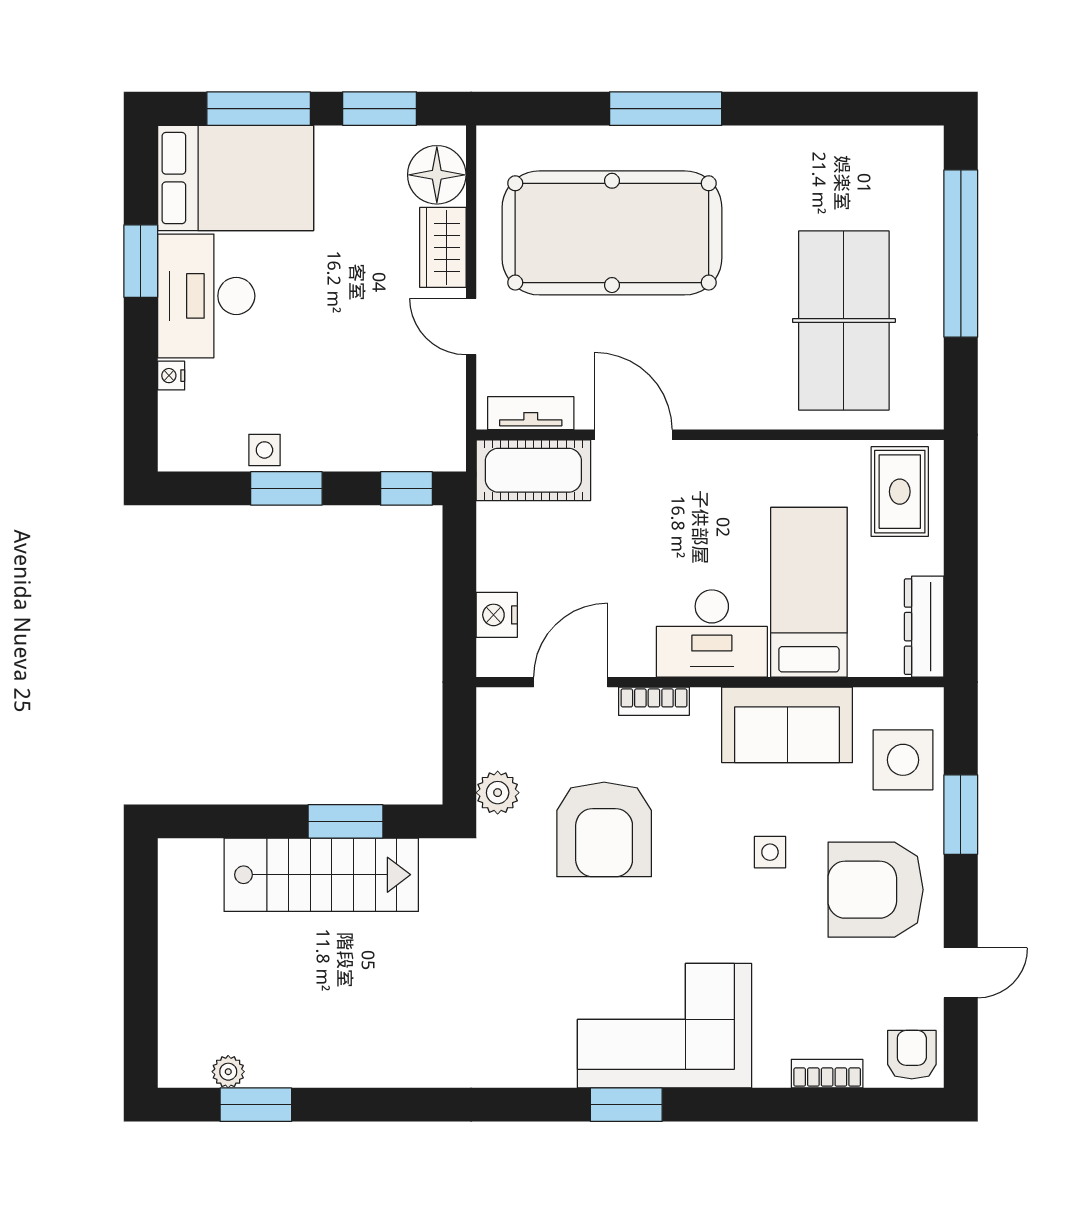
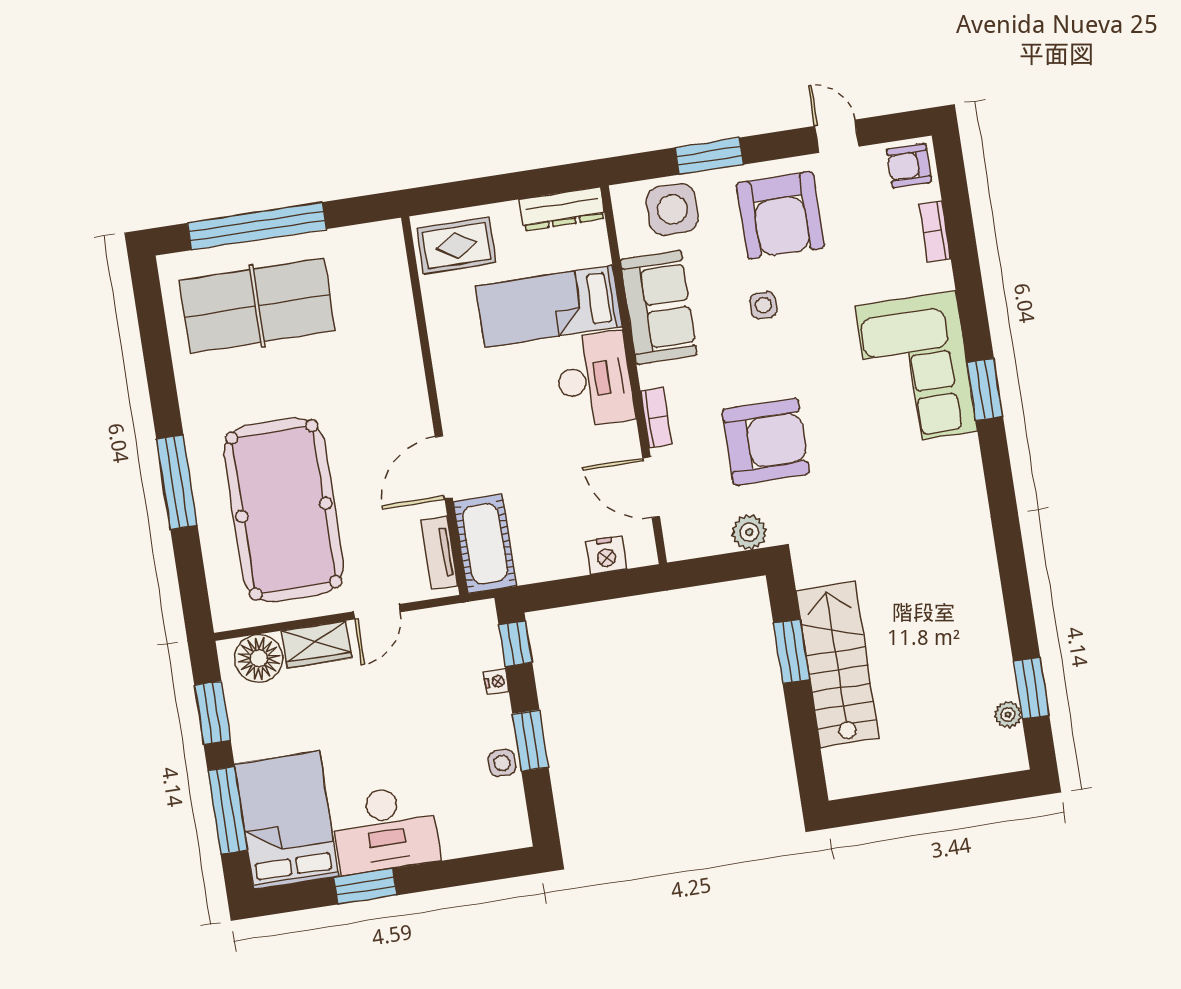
table tennis table: (844, 321) -> (257, 306), moved
nightstand: (171, 376) -> (496, 682), moved, turned -90

